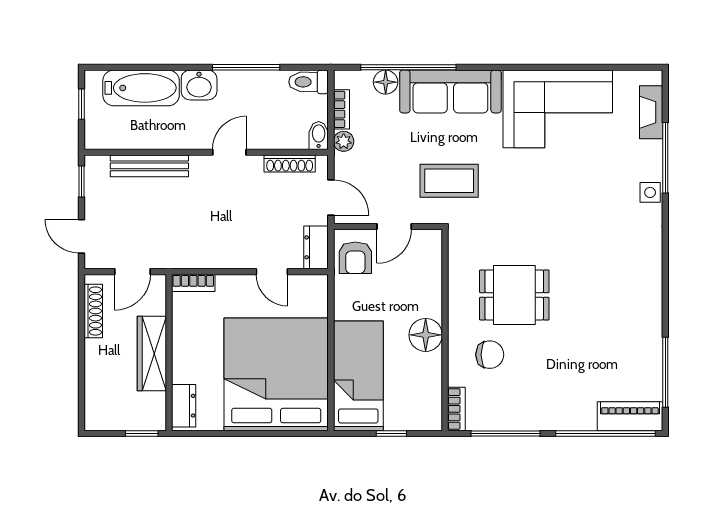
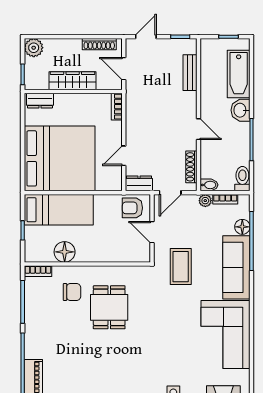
bench: (149, 166) -> (190, 73), width x0.73
floor lamp: (426, 335) -> (65, 252), moved
chair: (490, 355) -> (72, 292), turned -90
plant: (99, 416) -> (34, 48), added

